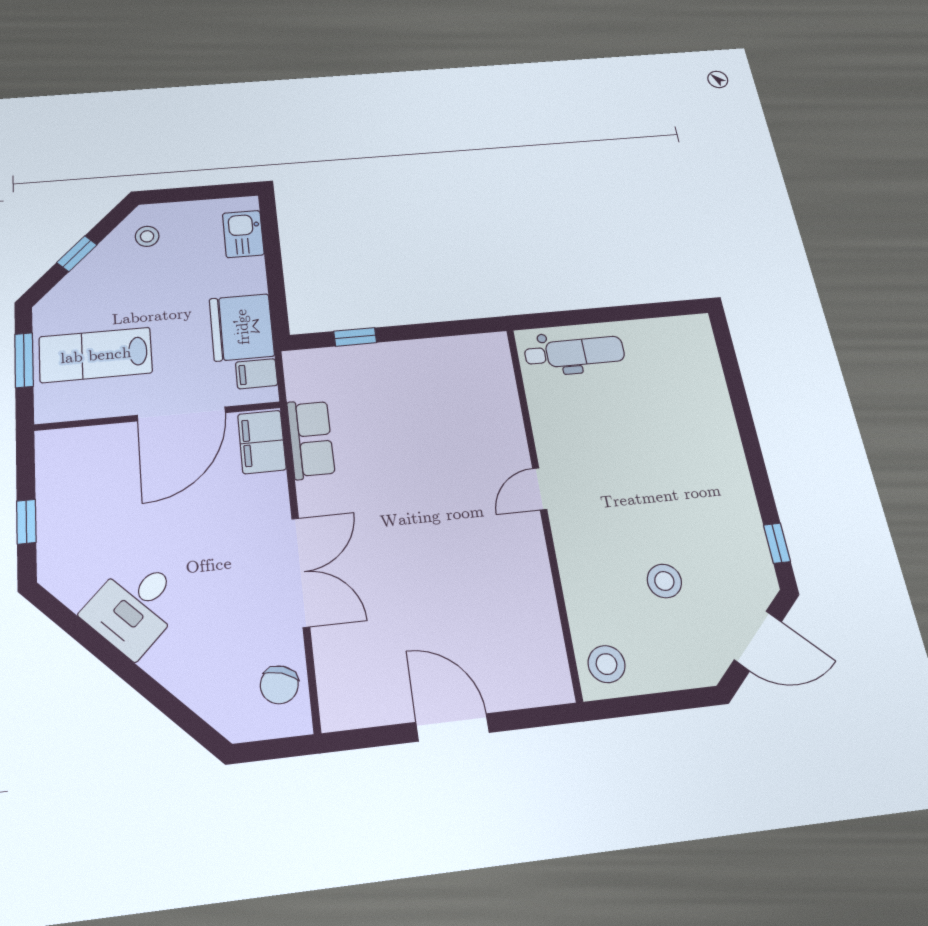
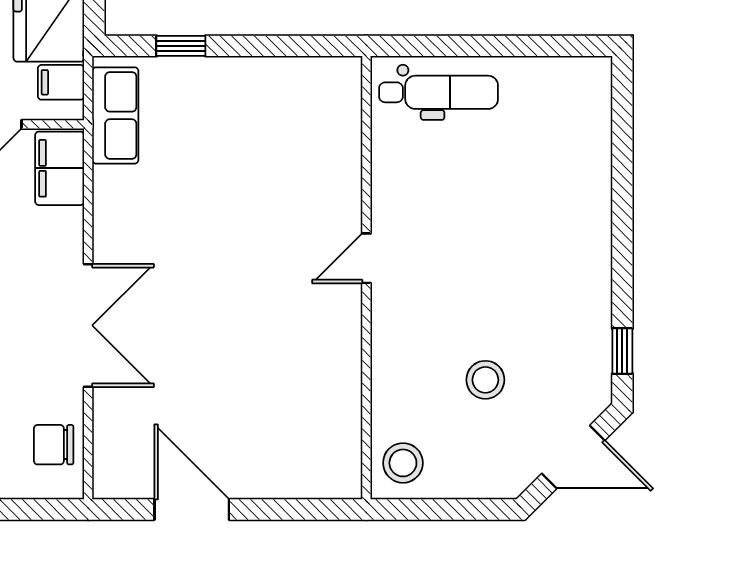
row of seats: (311, 439) -> (115, 115), moved
chair: (279, 685) -> (54, 445), turned 72
door: (452, 727) -> (192, 509), moved

